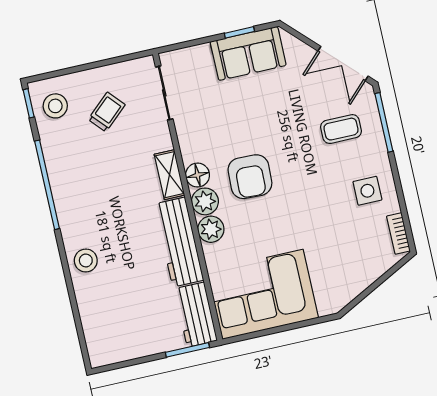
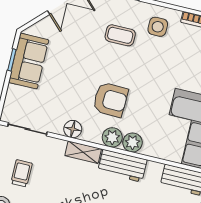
trolley: (107, 112) -> (21, 173), turned 42
coffee table: (341, 129) -> (120, 35), moved, turned 90
floor lamp: (198, 175) -> (73, 129), moved
workbench: (179, 242) -> (122, 166), width x0.73

